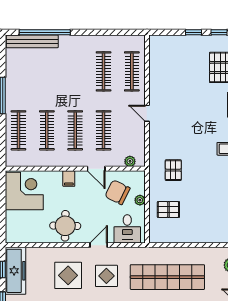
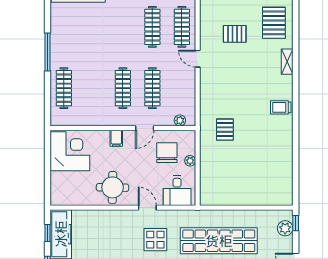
door: (147, 113) -> (198, 59), moved
clothes rail: (47, 130) -> (93, 88), removed
door: (96, 169) -> (145, 128), hinge flipped
chair: (117, 192) -> (167, 153), turned 64
pallet: (168, 210) -> (235, 34), moved
door: (99, 245) -> (147, 208), hinge flipped
display table: (68, 275) -> (115, 239), removed

